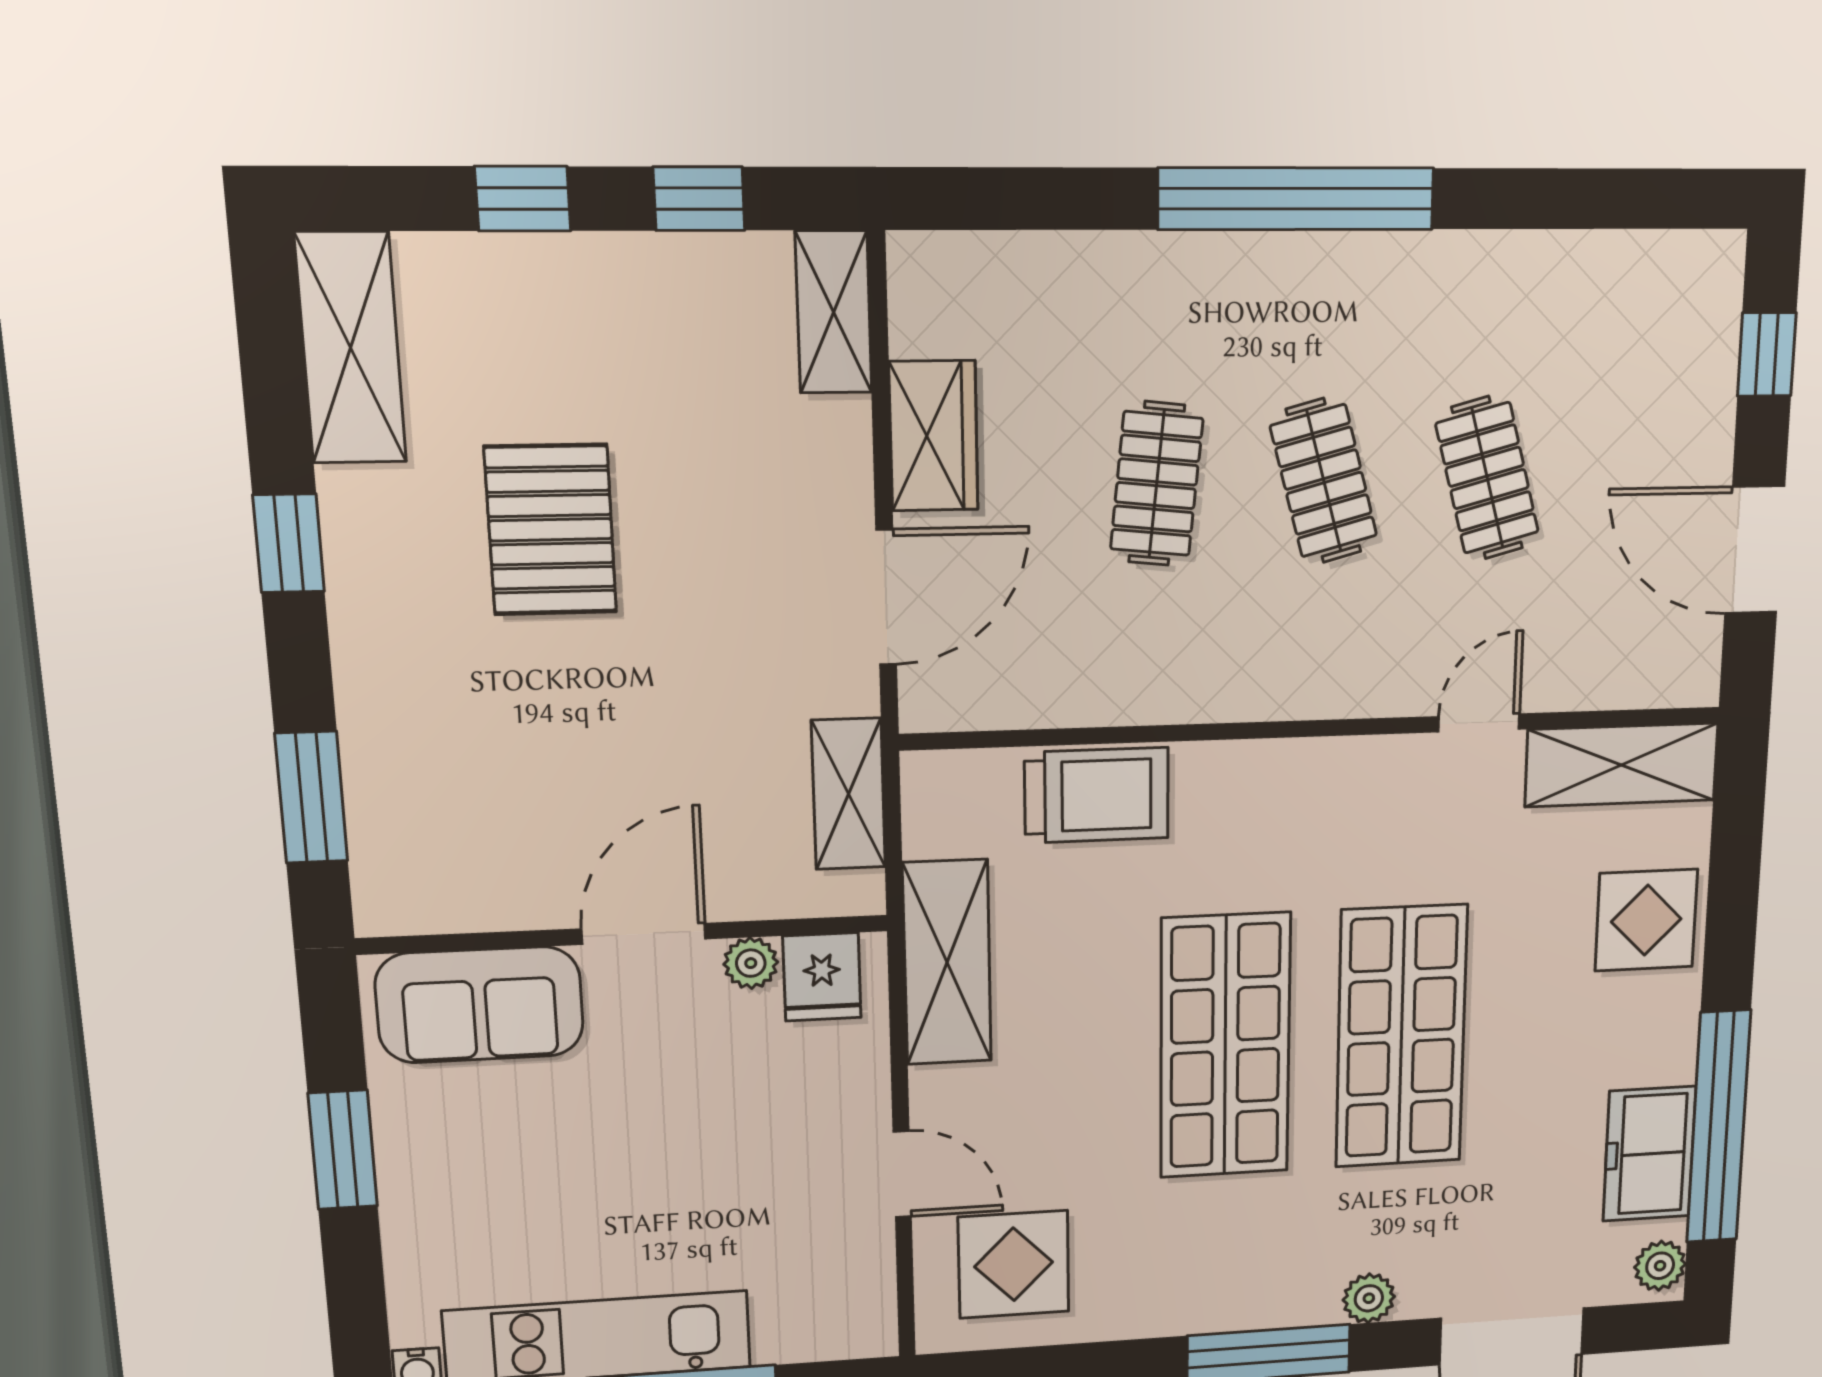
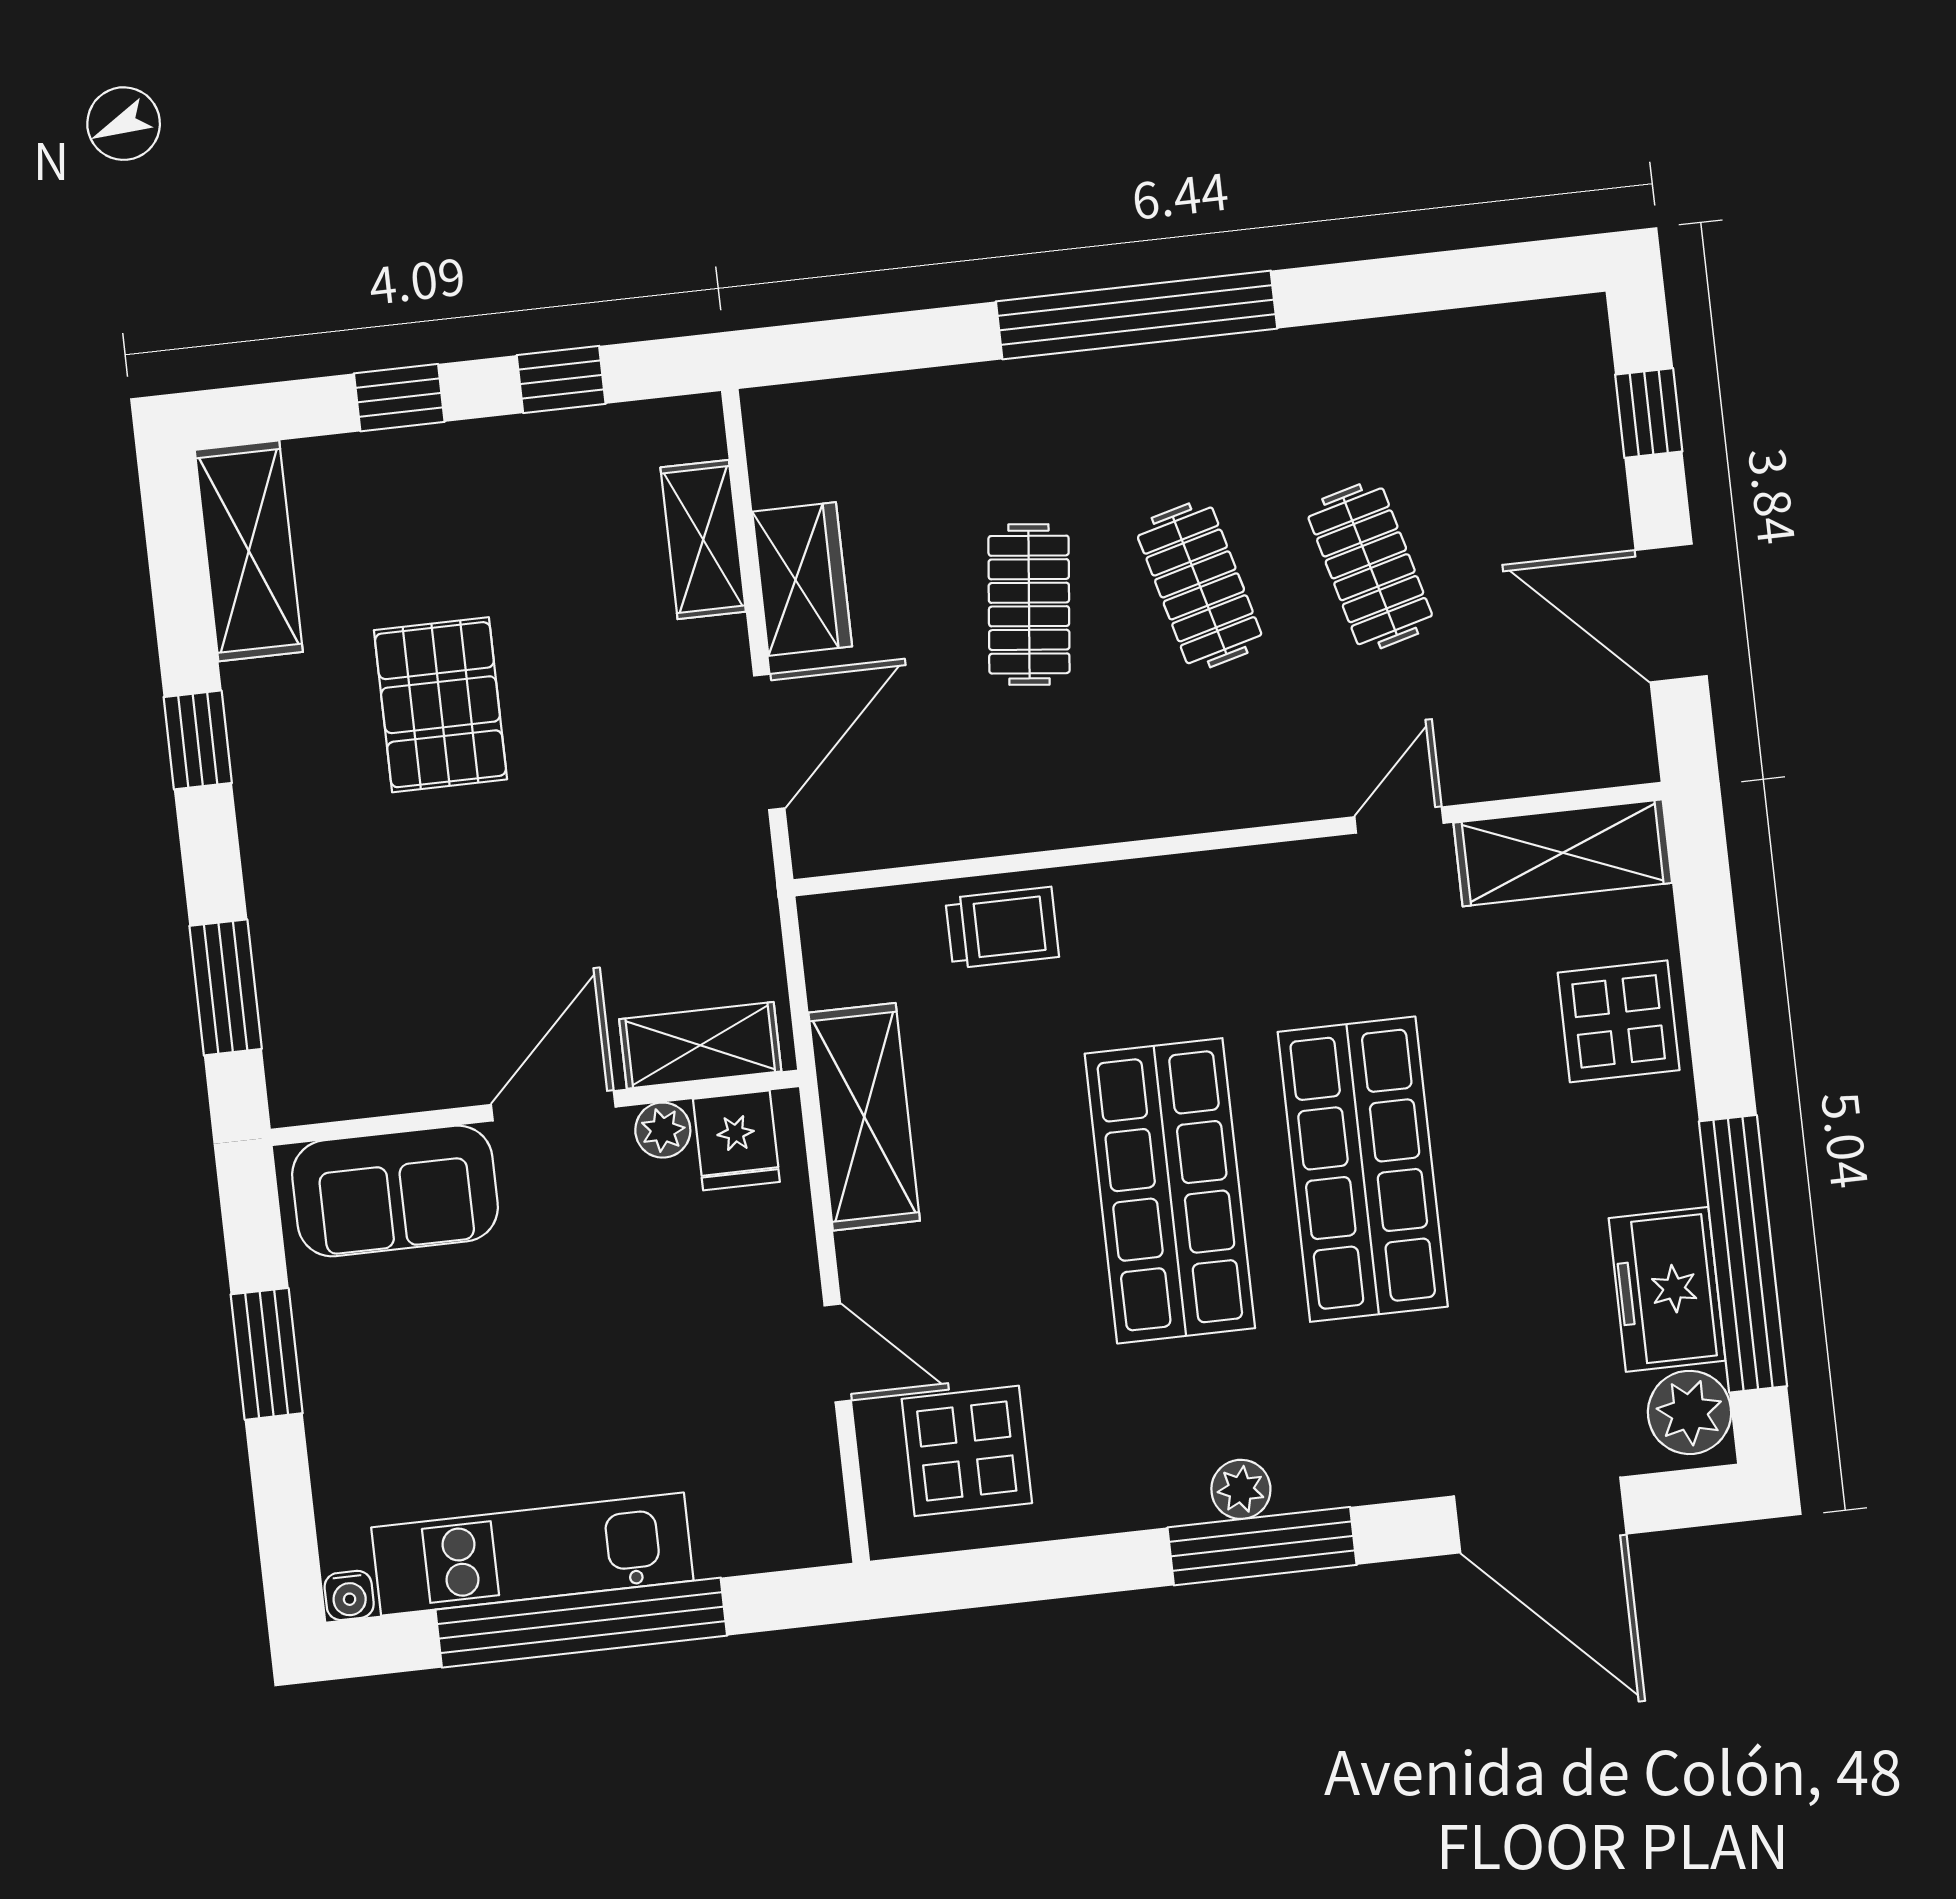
shelving: (834, 312) -> (703, 539), moved
shelving: (848, 794) -> (700, 1045), moved, turned 90
trolley: (1097, 795) -> (1002, 928), width x0.73, depth x0.72
plant: (1660, 1266) -> (1690, 1412), width x1.38, depth x1.38
plant: (1369, 1298) -> (1241, 1489), moved

